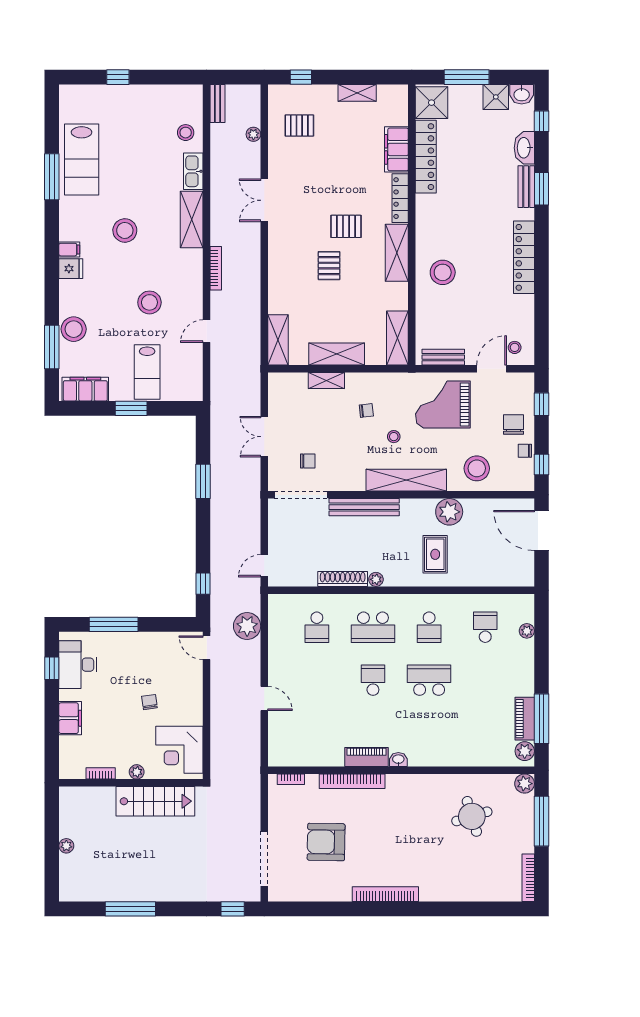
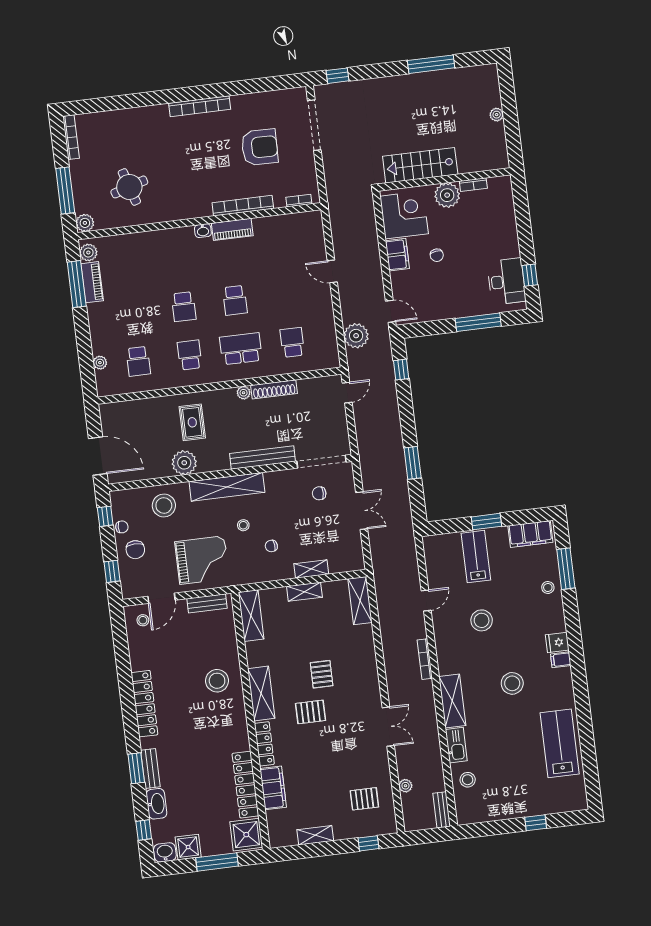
window: (52, 177) -> (585, 724), removed
stool: (74, 329) -> (548, 587), width x0.53, depth x0.53
shelving: (337, 354) -> (304, 592), width x0.67, depth x0.75
school desk: (429, 680) -> (184, 307), width x0.54
filing cabinet: (70, 718) -> (397, 255), moved, turned 180
plant: (137, 772) -> (447, 195), width x1.88, depth x1.88

